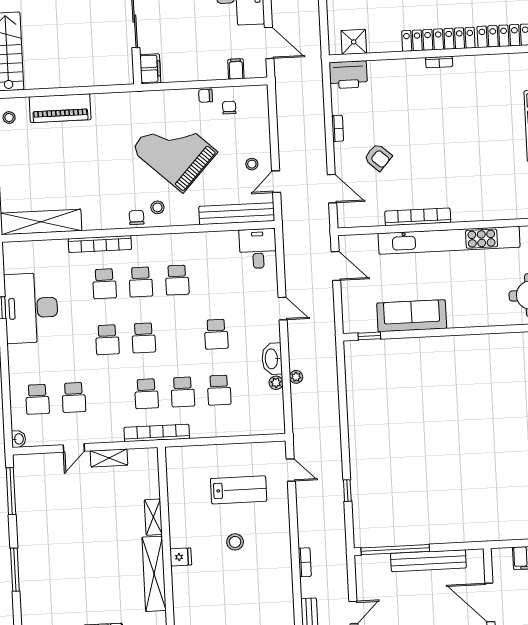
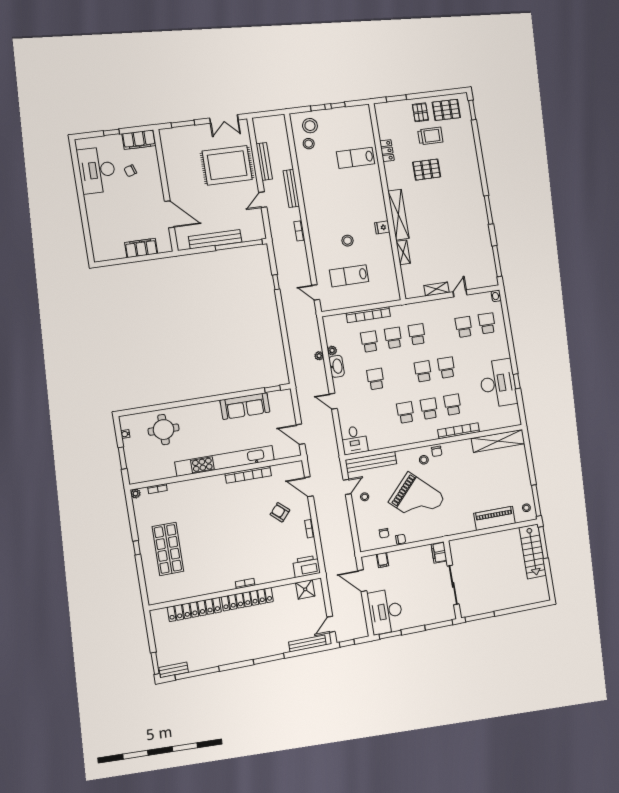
bookcase: (157, 433) -> (368, 315), moved

